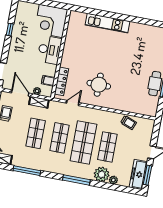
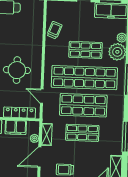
filing cabinet: (48, 81) -> (16, 127), width x2.00
shop shelf: (60, 138) -> (83, 105), width x1.43, depth x1.36
shop shelf: (83, 142) -> (84, 78), width x1.40

